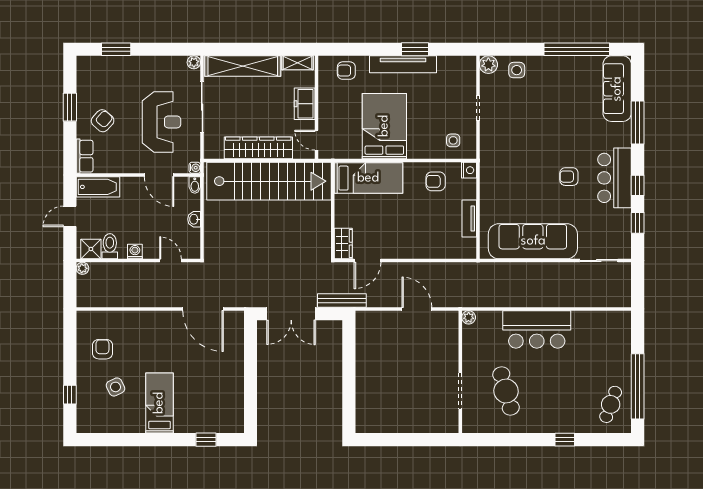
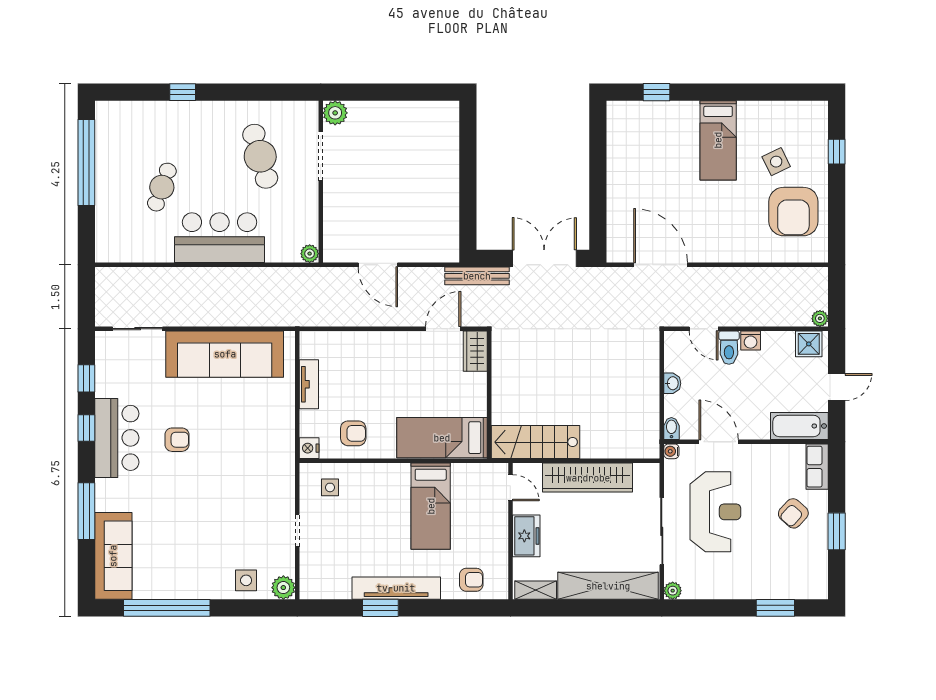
reception desk: (161, 122) -> (715, 512), turned 180
bed: (384, 126) -> (431, 506), width x0.67
stairs: (269, 181) -> (535, 442), width x0.54, depth x0.66
toilet: (110, 246) -> (729, 348), moved
armchair: (102, 349) -> (793, 212), width x1.88, depth x1.88
cafe table: (611, 404) -> (162, 187), moved
plant: (449, 424) -> (335, 113), added

